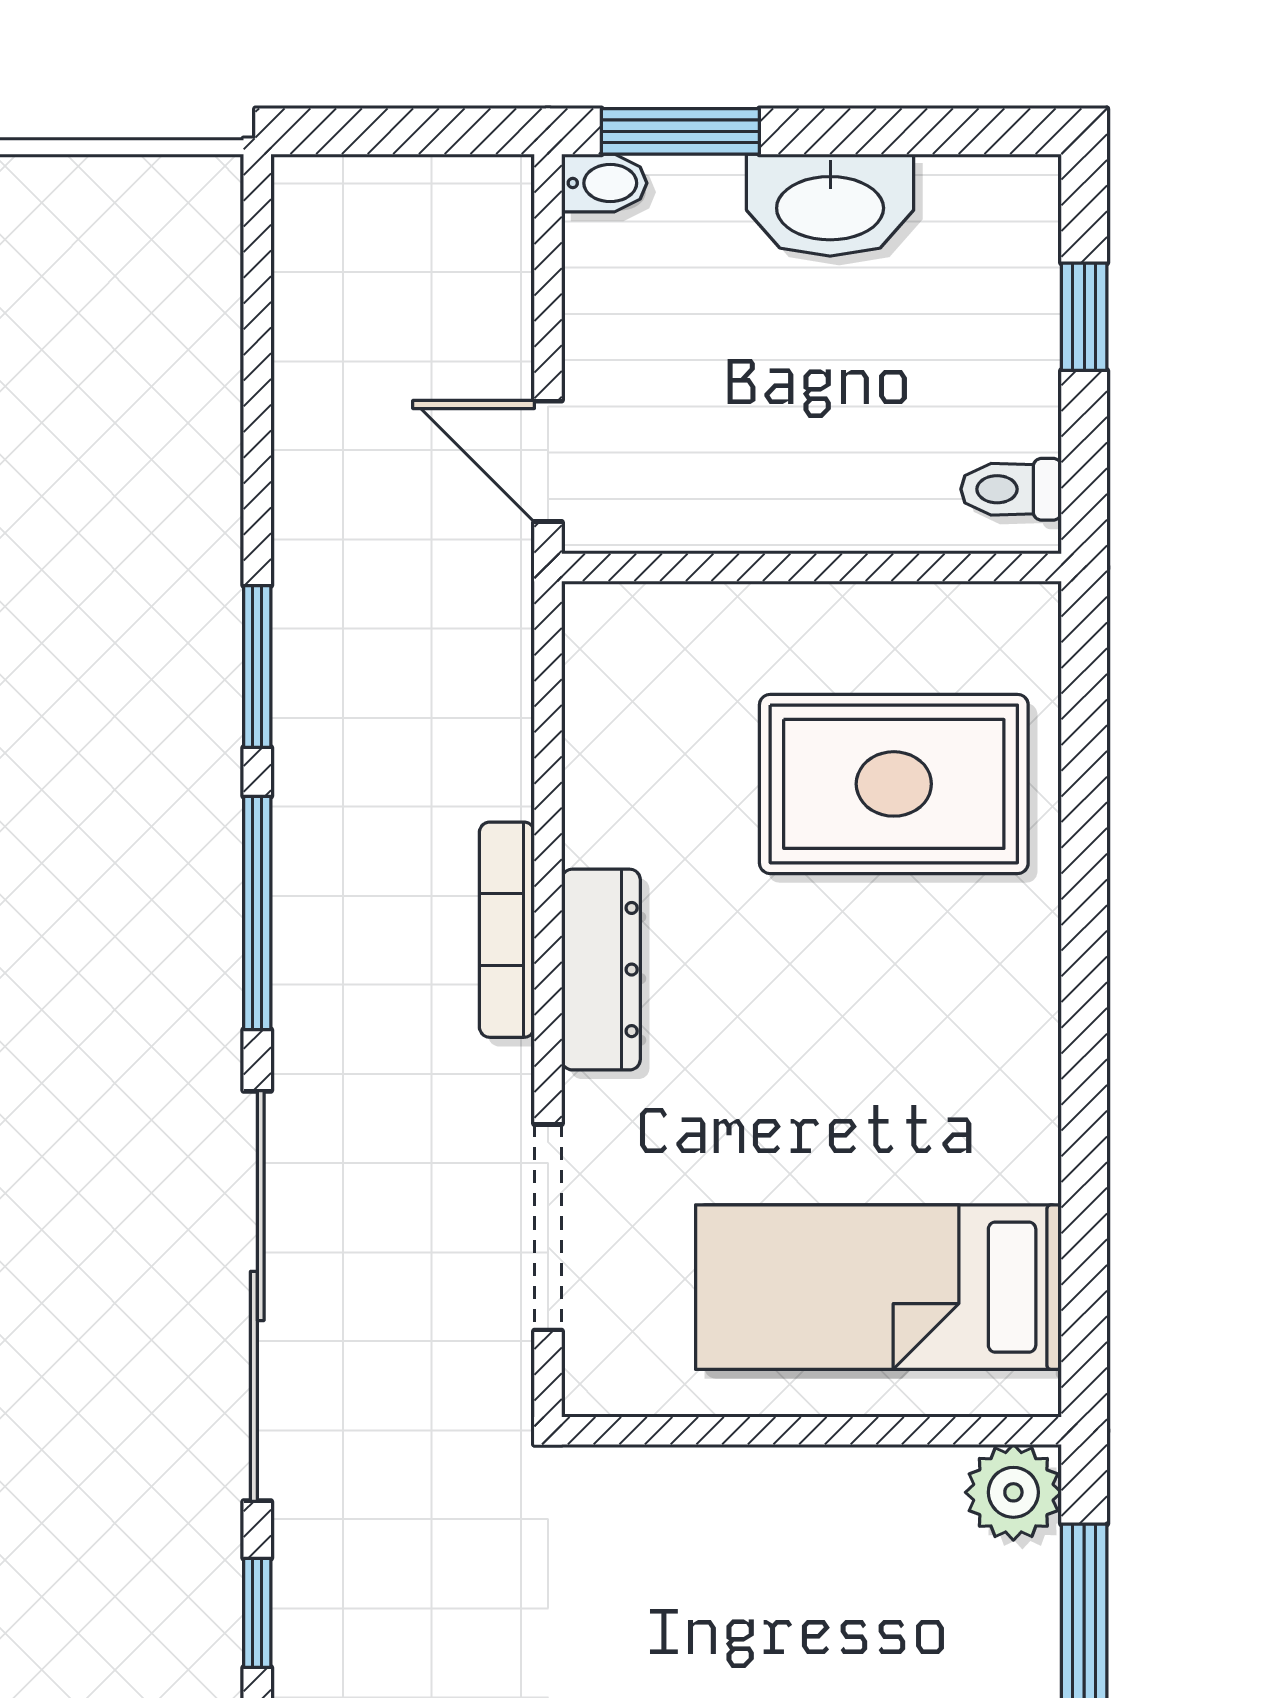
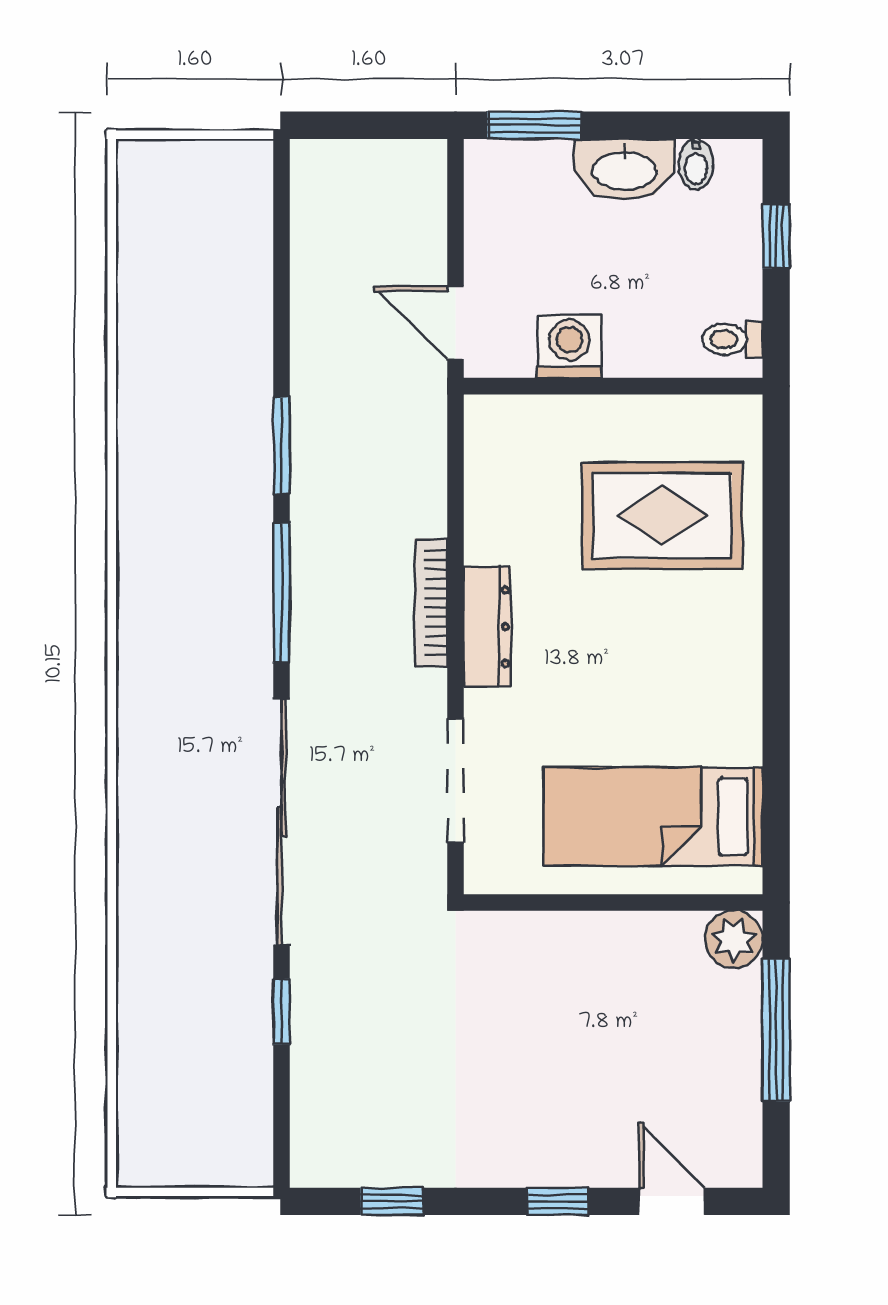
bidet: (604, 183) -> (696, 164), moved, turned 90
washing machine: (738, 501) -> (569, 346), added

